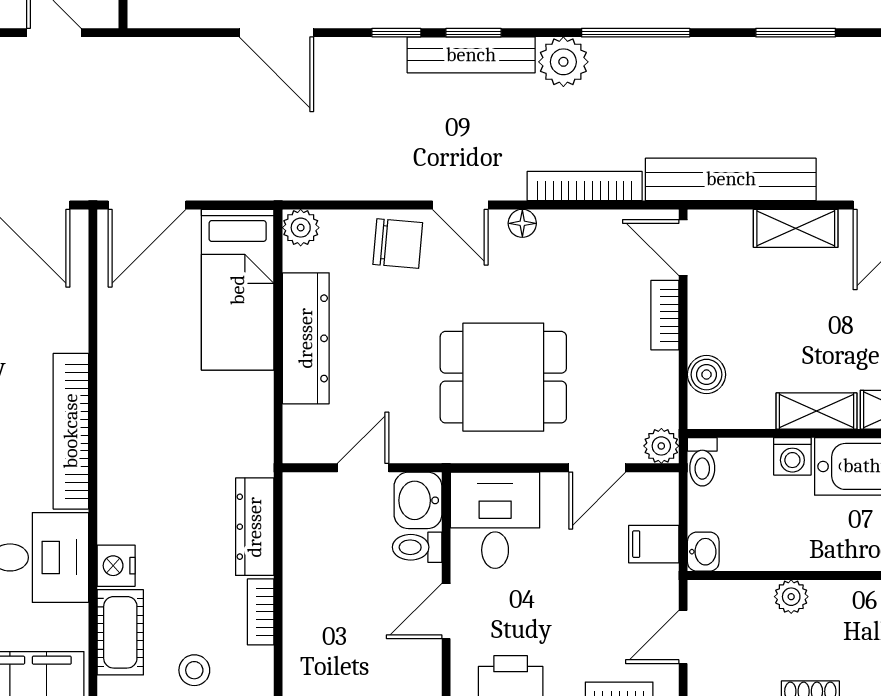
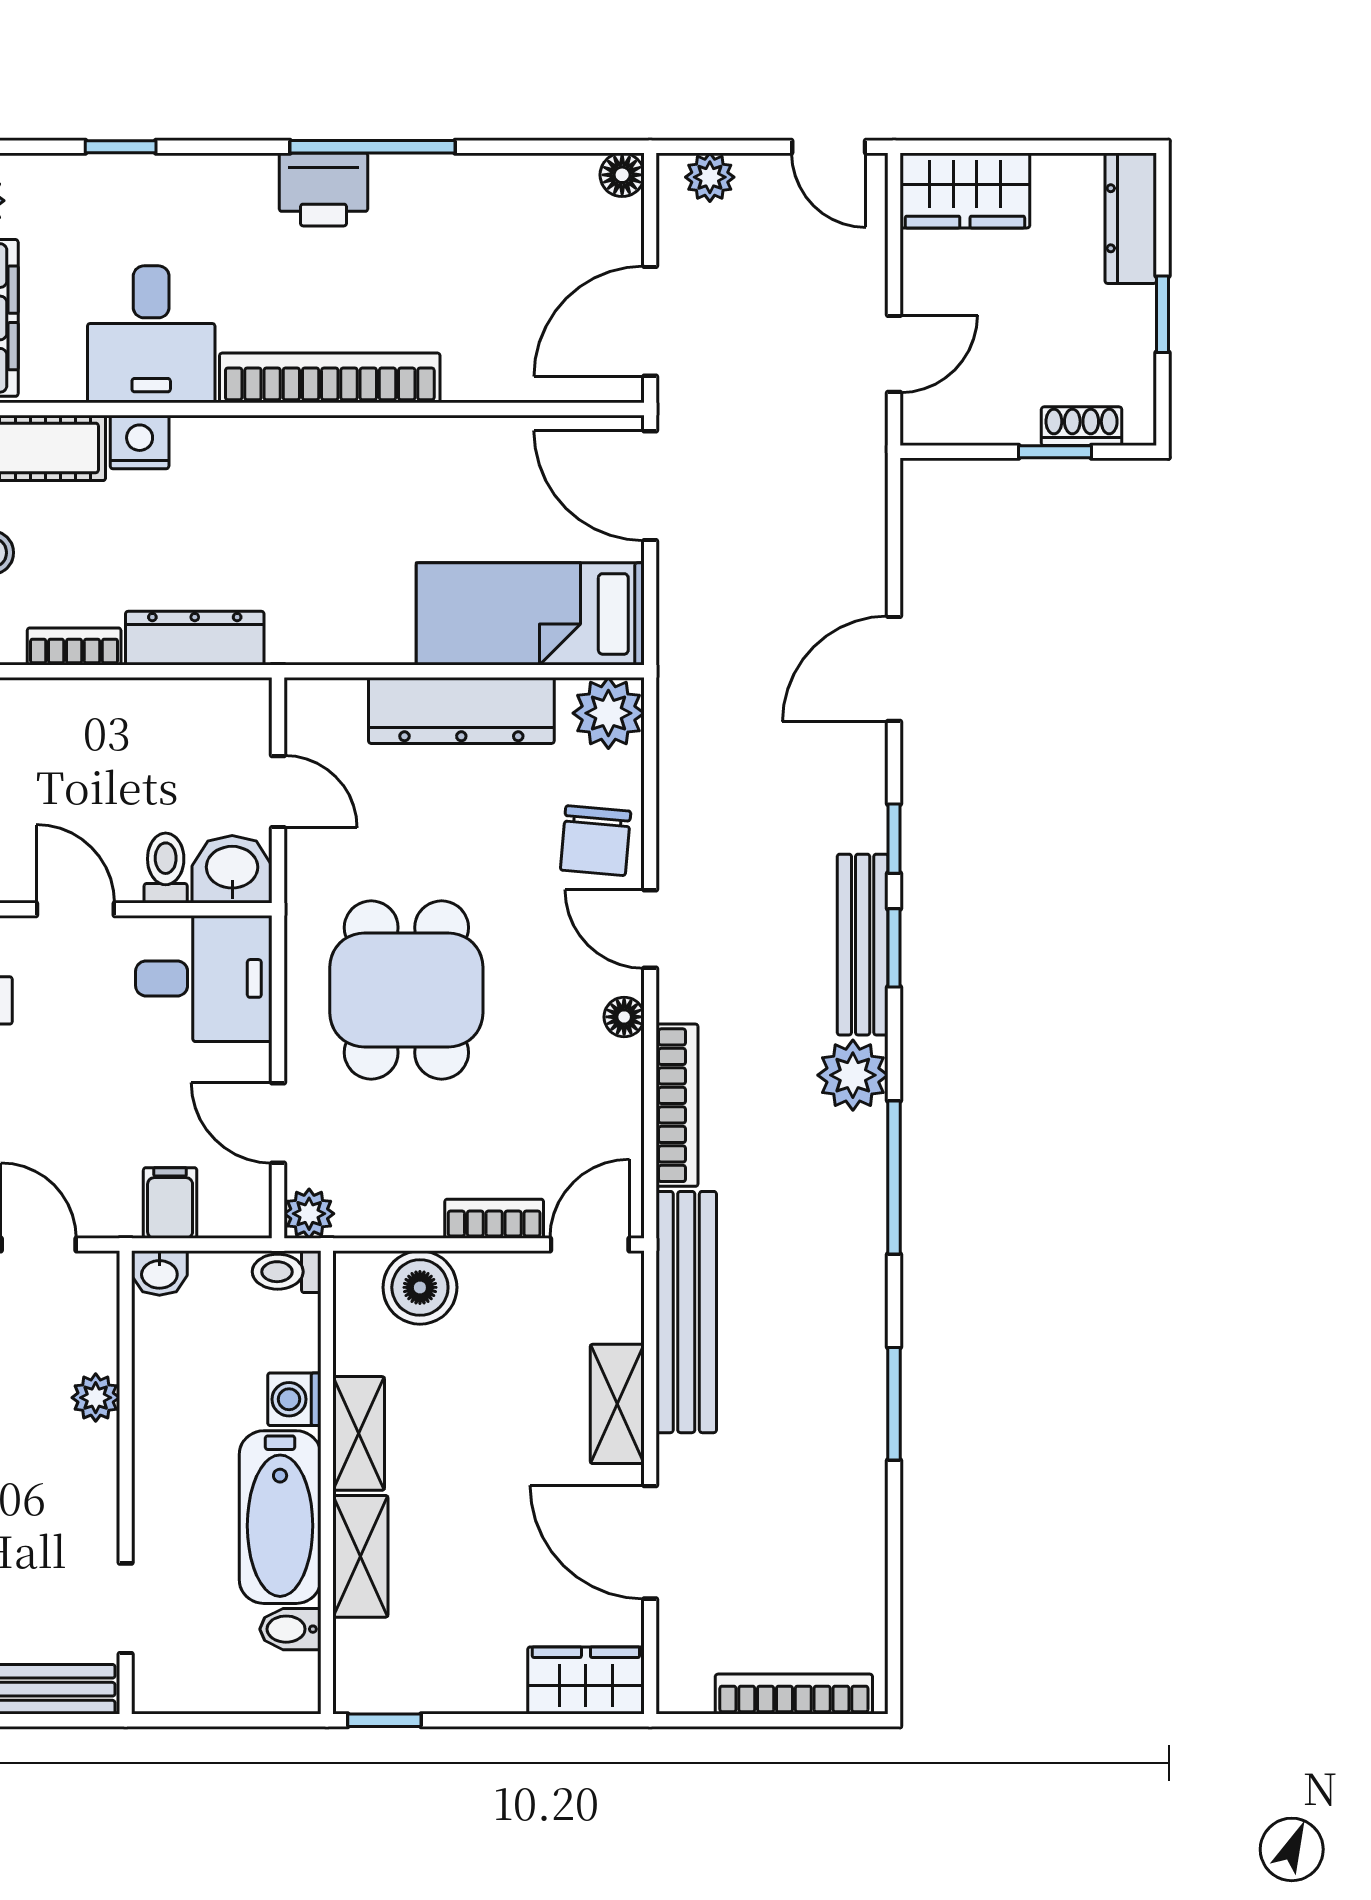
door: (460, 205) -> (650, 929), hinge flipped
plant: (301, 228) -> (608, 713), width x1.38, depth x1.38
boiler: (706, 375) -> (420, 1287), width x1.36, depth x1.36

